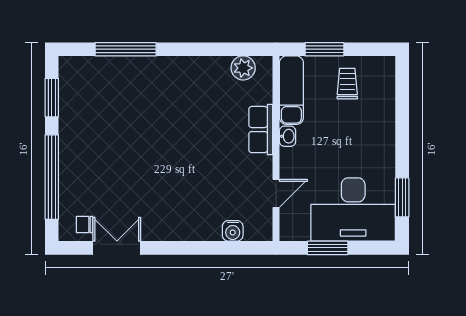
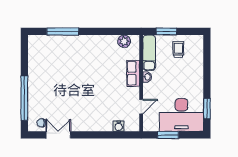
window: (52, 98) -> (24, 57), removed

